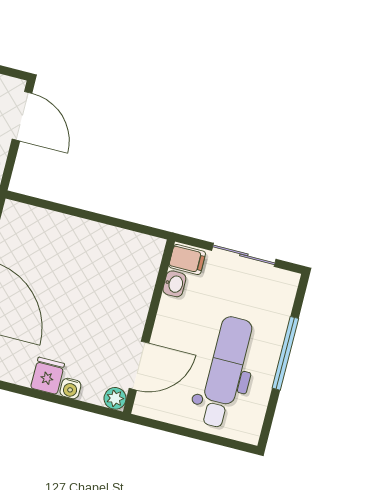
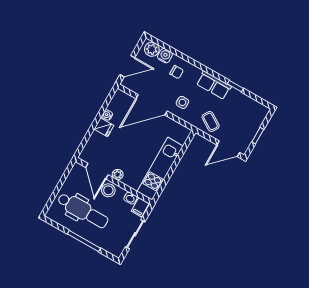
kitchen unit: (99, 241) -> (160, 169), added
stool: (171, 332) -> (108, 190), added
water cooler: (70, 388) -> (107, 115), moved
plant: (115, 398) -> (118, 175), moved

